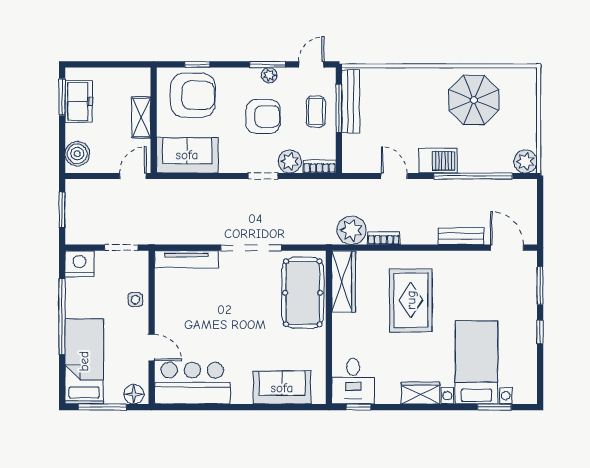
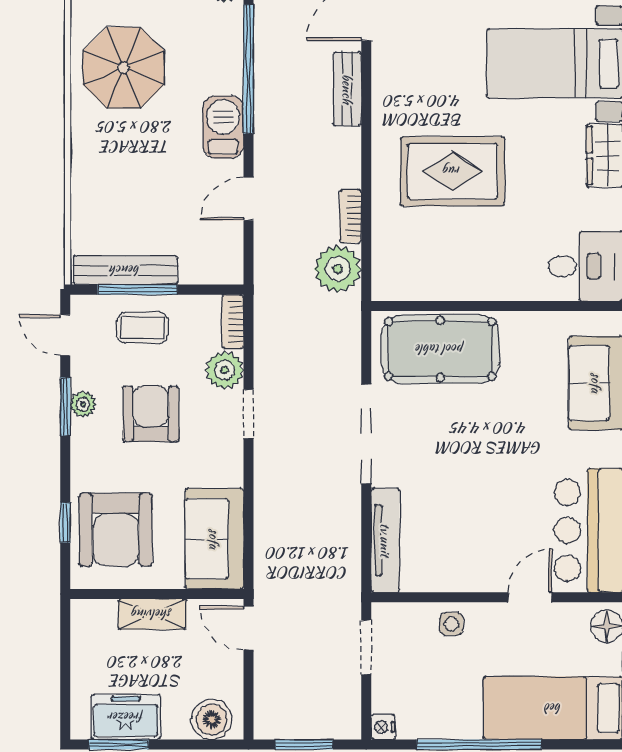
armchair: (193, 95) -> (116, 530), turned 180
nightstand: (79, 264) -> (383, 727), width x0.53, depth x0.56
wardrobe: (344, 282) -> (422, 282), removed

